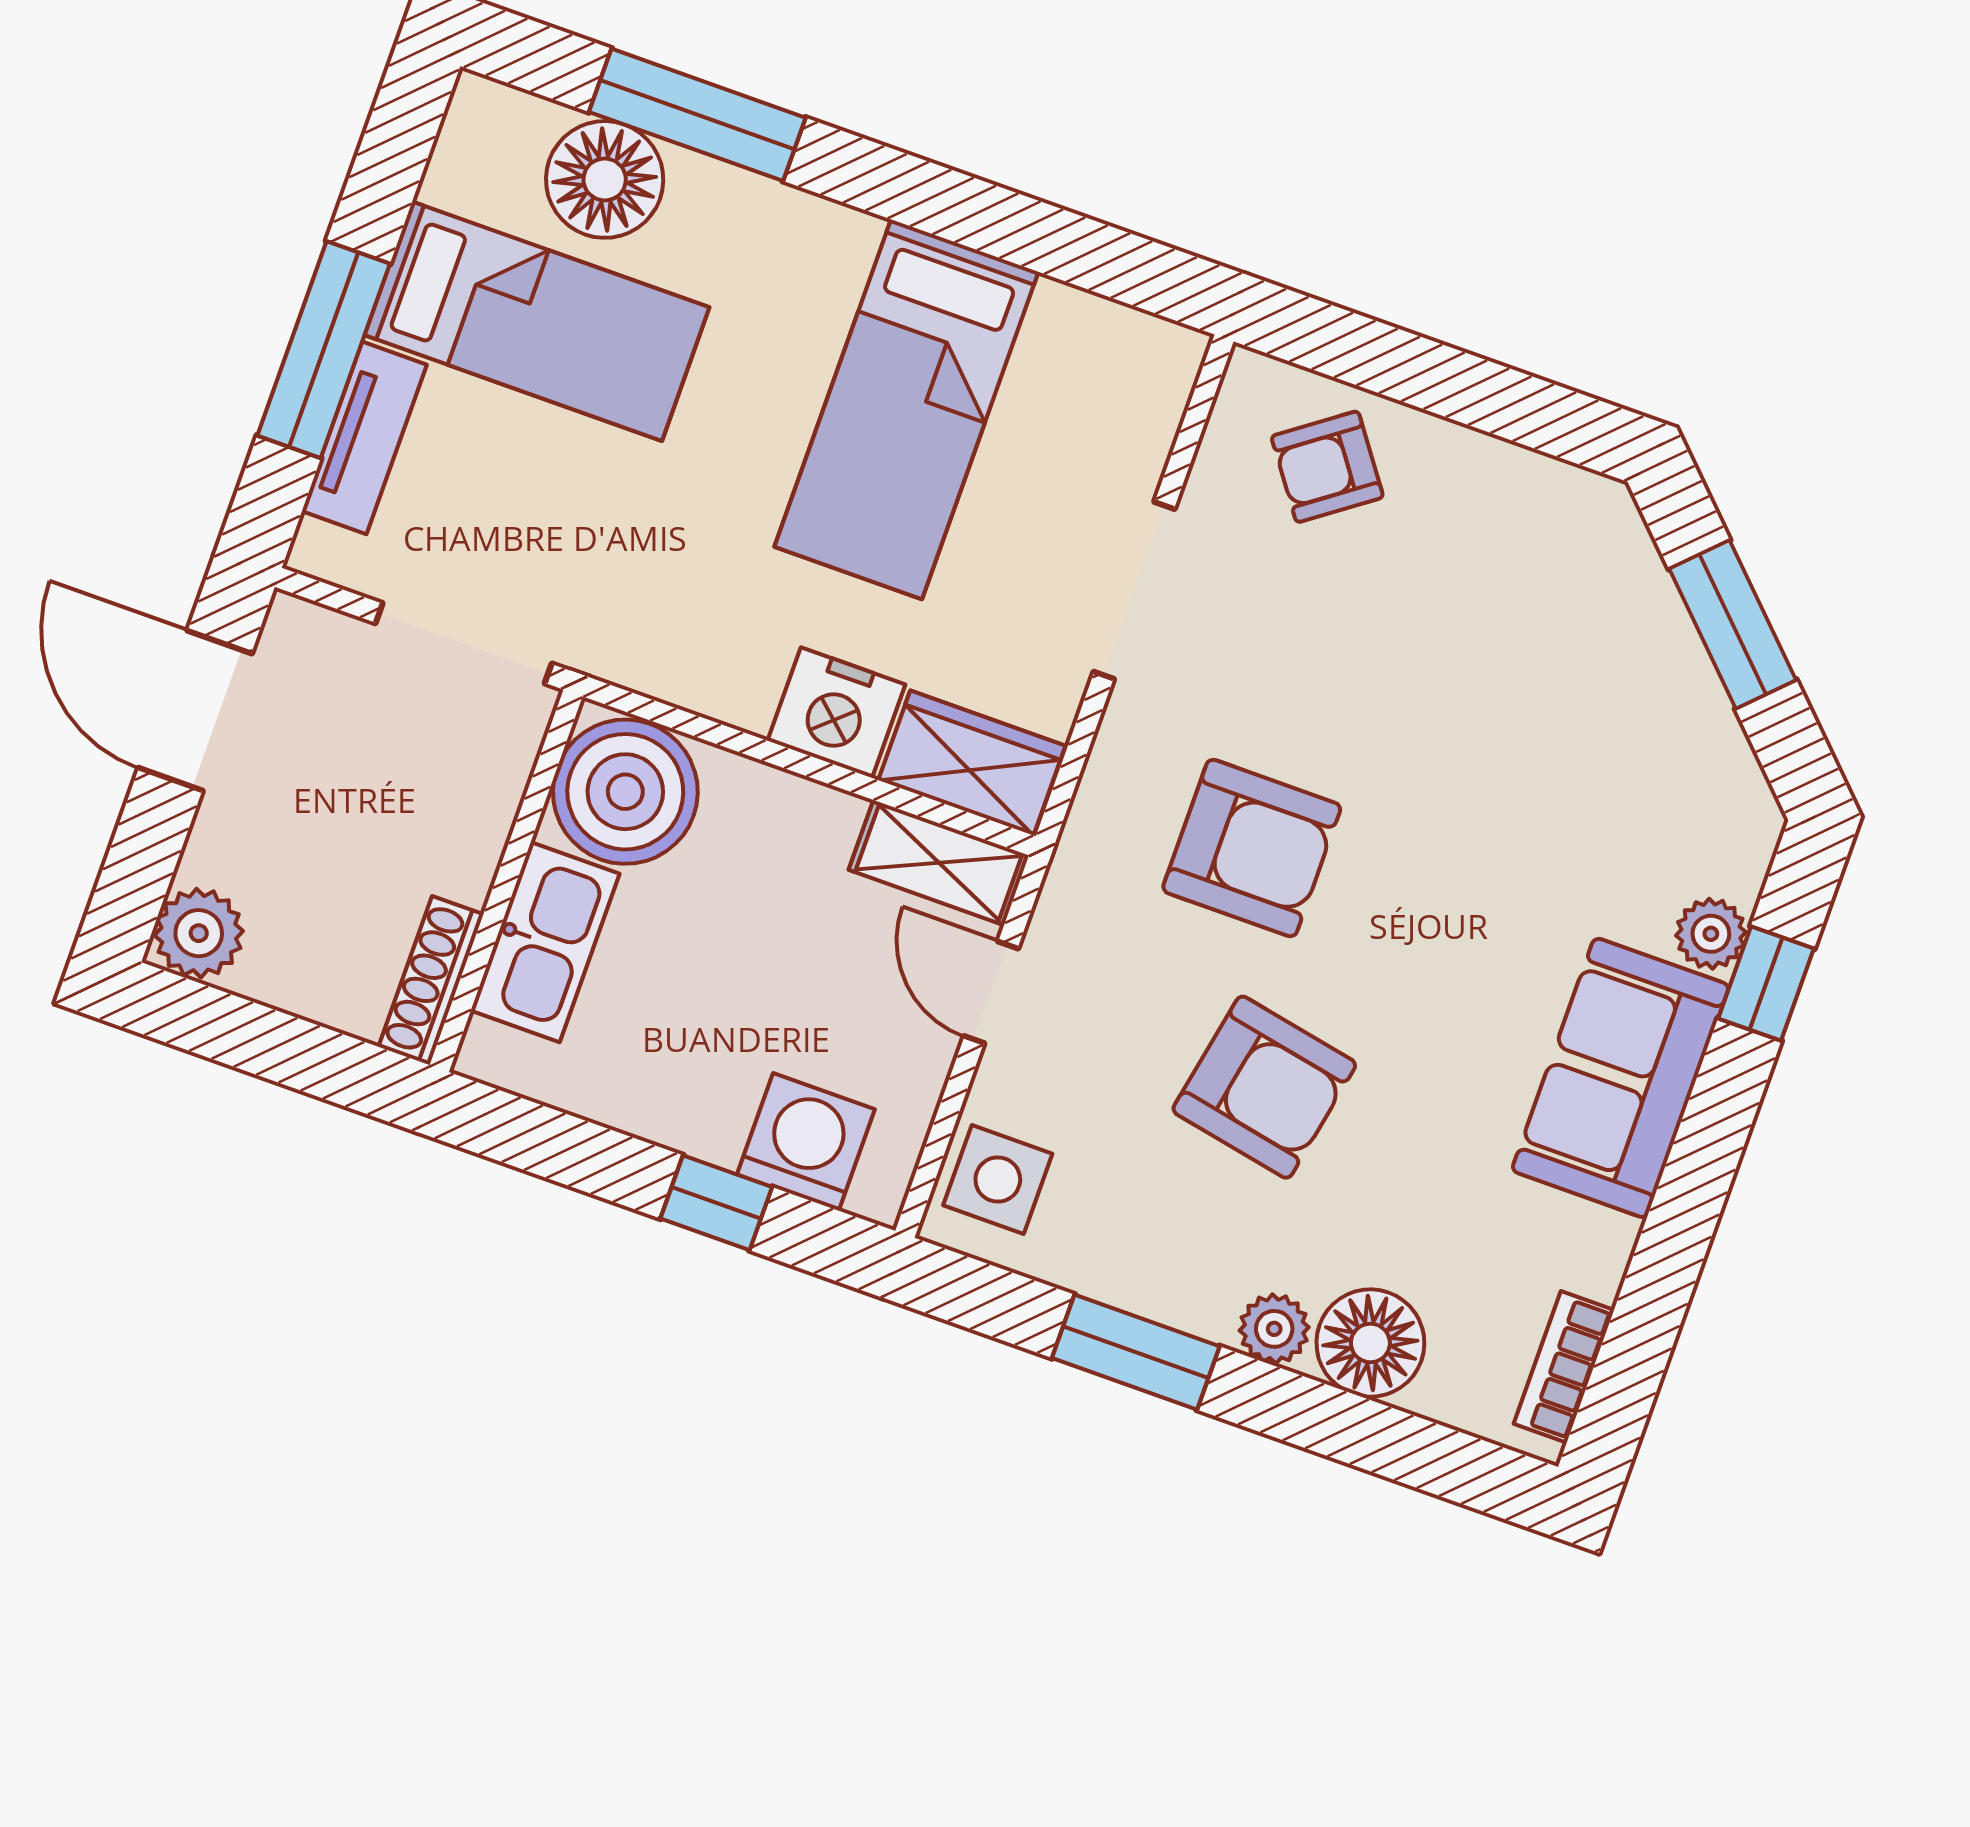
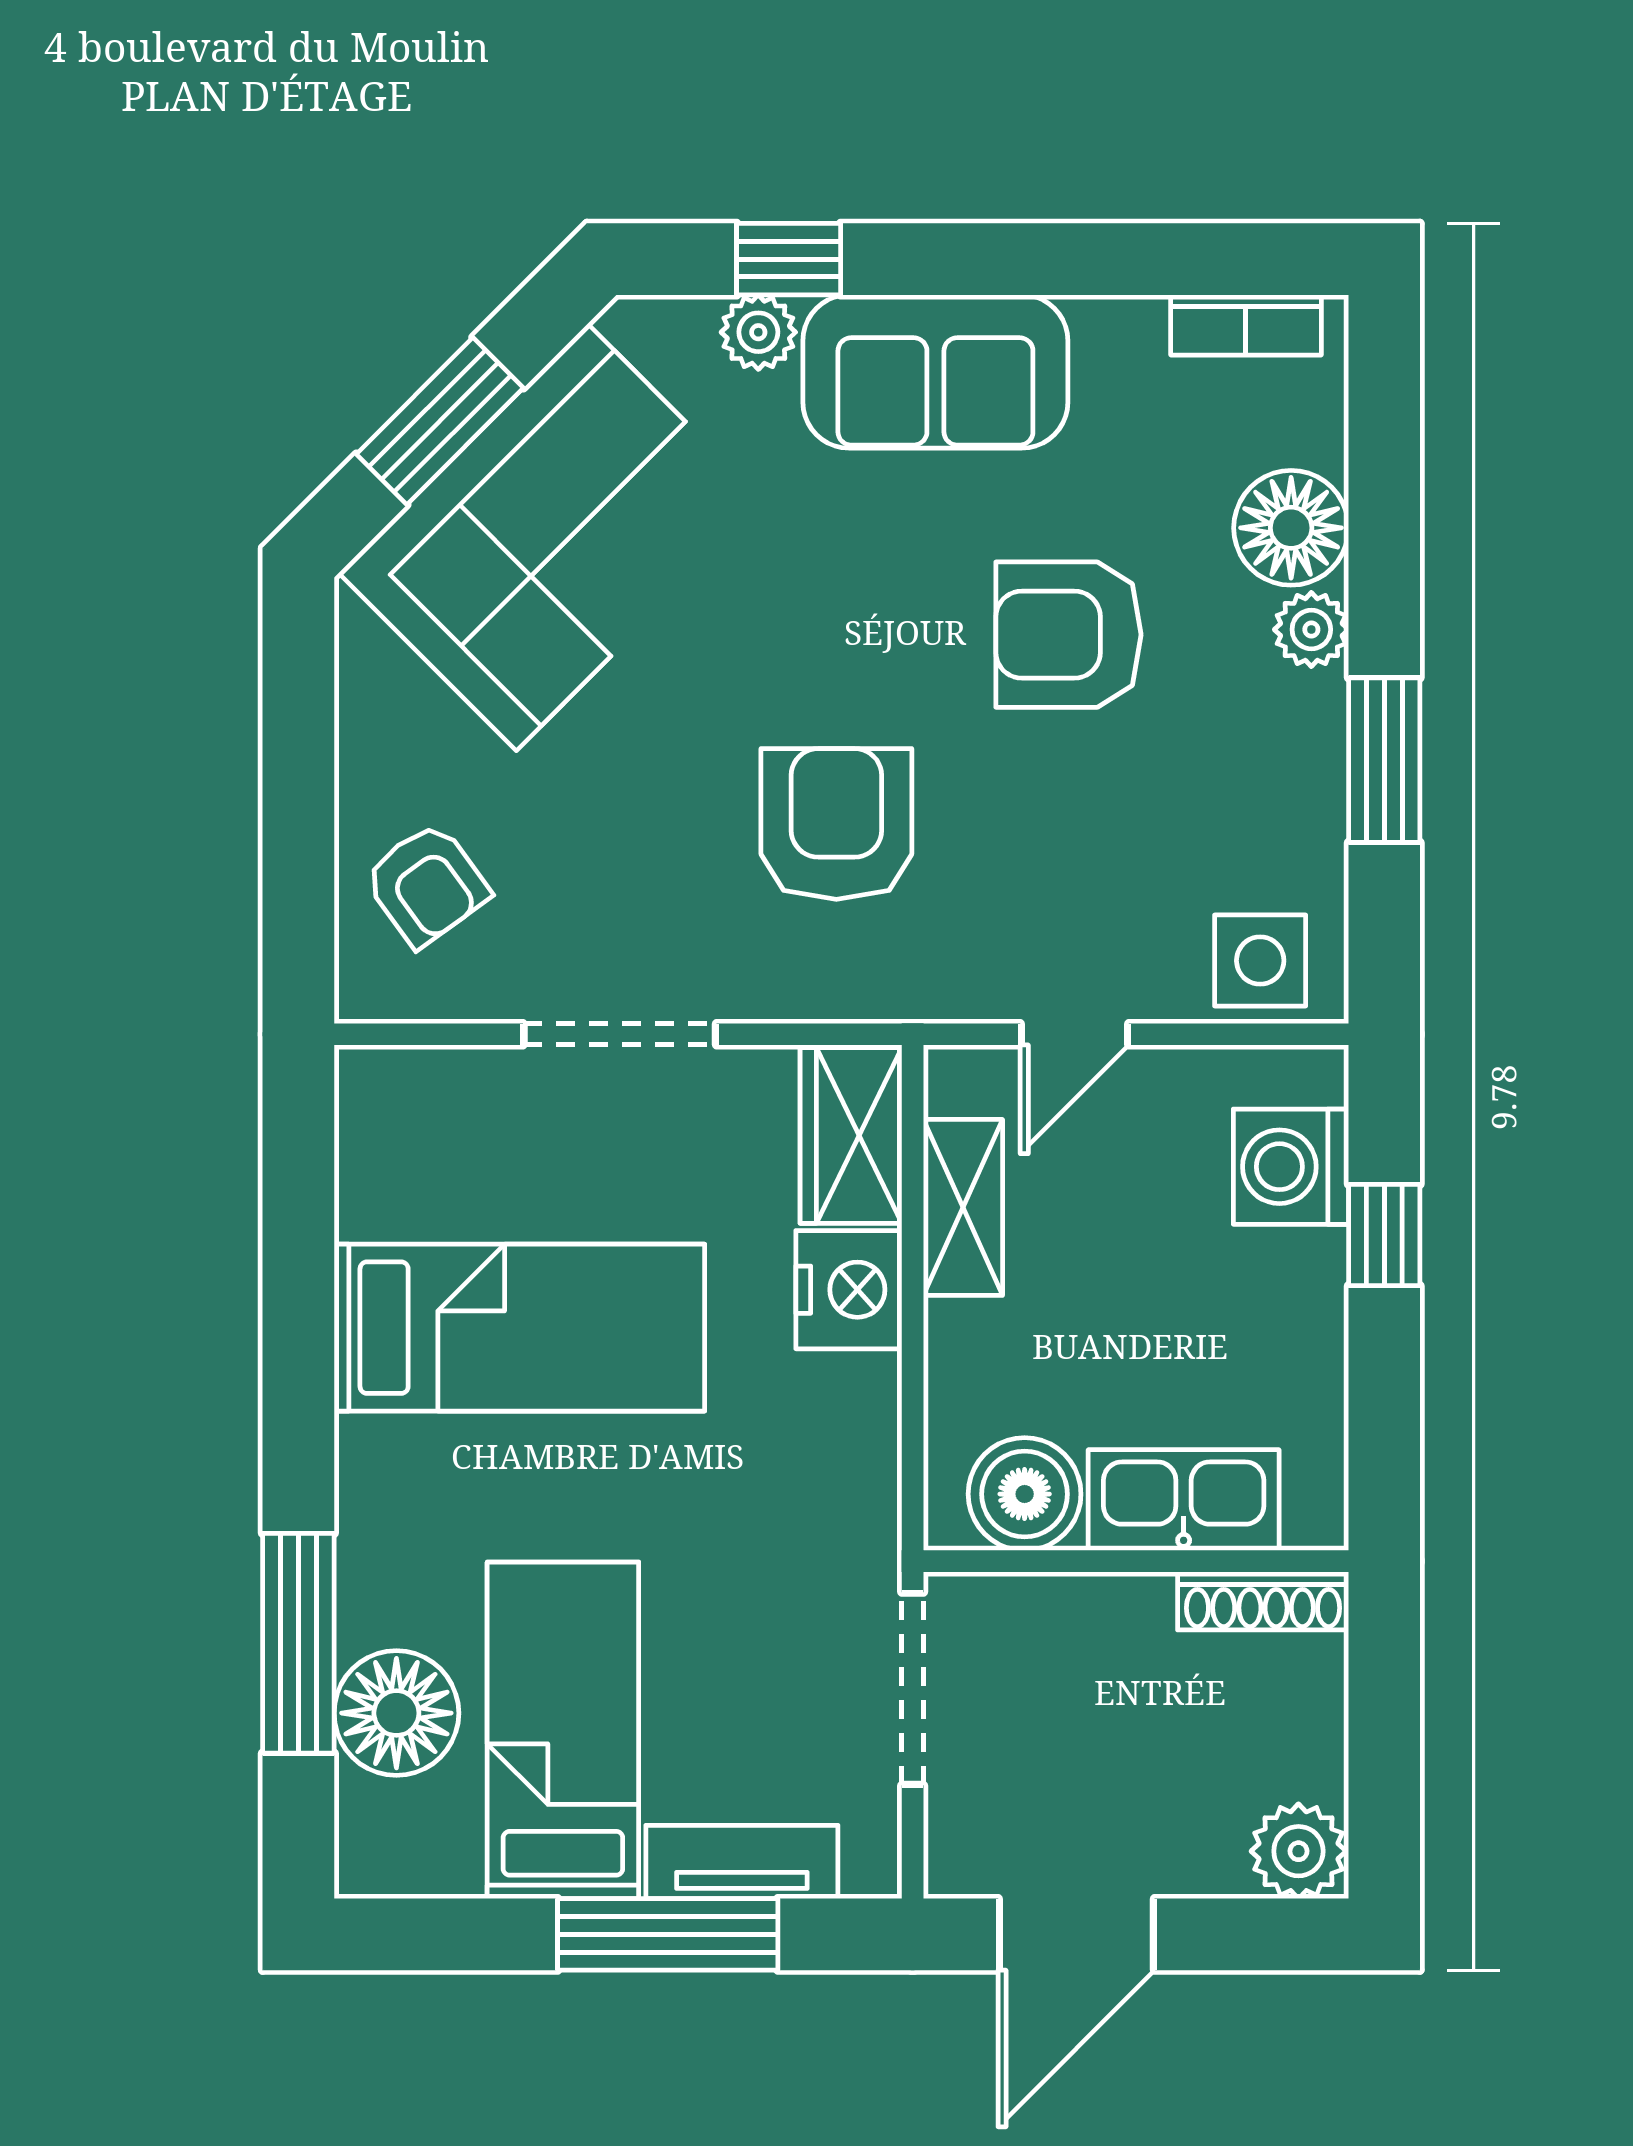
corner sofa: (1595, 687) -> (552, 537), added
boiler: (625, 792) -> (1025, 1494), width x0.73, depth x0.73
shelving: (939, 863) -> (963, 1207), moved
armchair: (1264, 1087) -> (1068, 635), moved, turned -101

